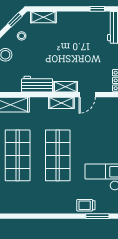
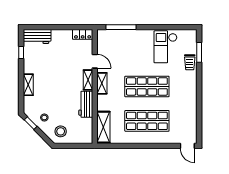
shelving: (43, 17) -> (28, 85), moved

